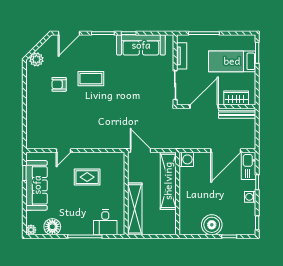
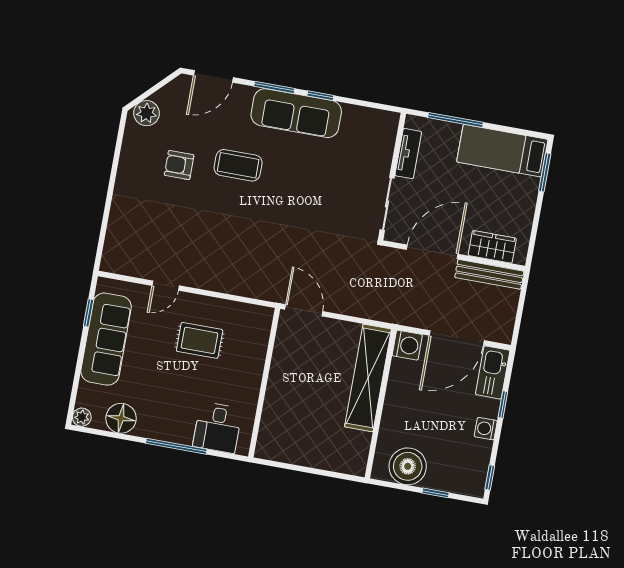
sofa: (141, 45) -> (296, 113), moved
bed: (232, 61) -> (502, 151), moved
washing machine: (186, 159) -> (407, 345), moved
shelving: (168, 181) -> (368, 378), moved
wall: (178, 194) -> (381, 404), moved
shelving: (135, 209) -> (275, 413), removed

